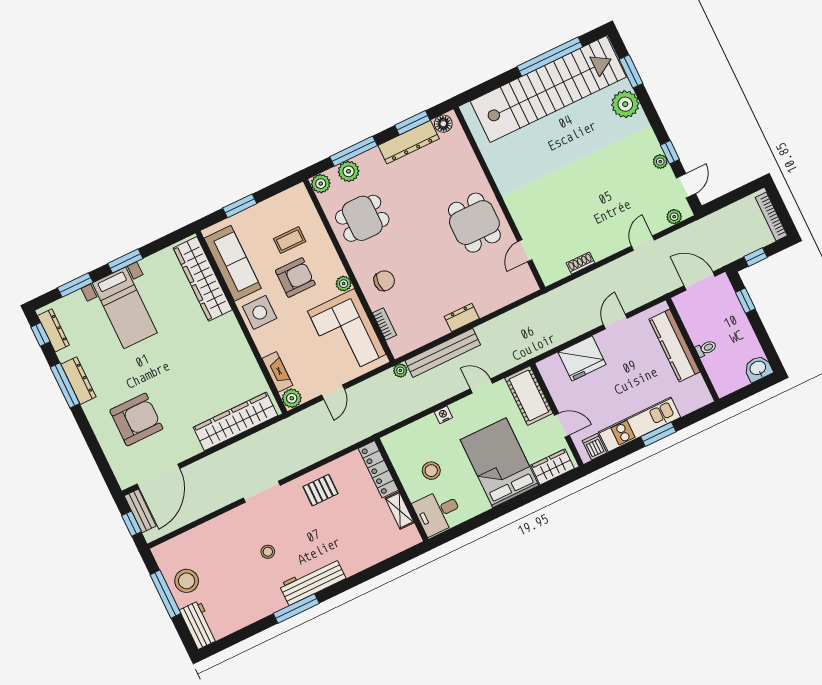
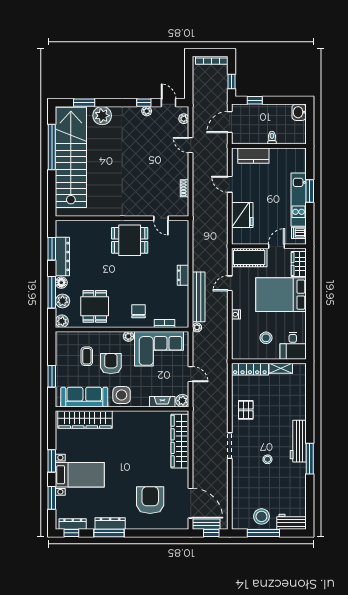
floor lamp: (443, 124) -> (61, 283), moved
kitchen counter: (675, 346) -> (253, 156), width x0.67

